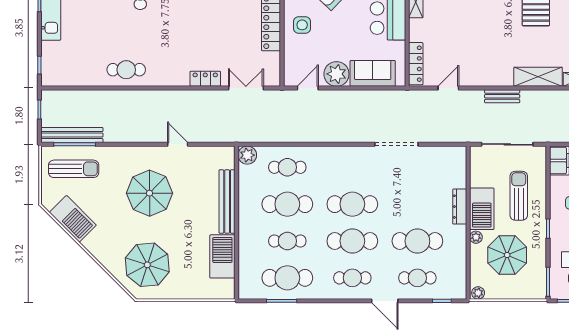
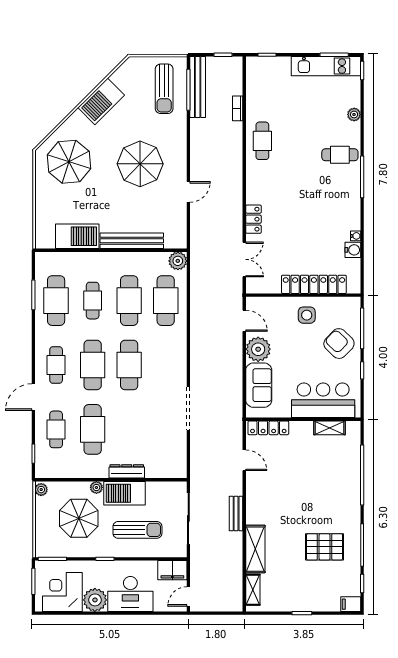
bookcase: (93, 95) -> (238, 108), added
cafe table: (287, 167) -> (166, 301), width x1.37, depth x1.35
barbecue: (73, 219) -> (101, 101), moved

